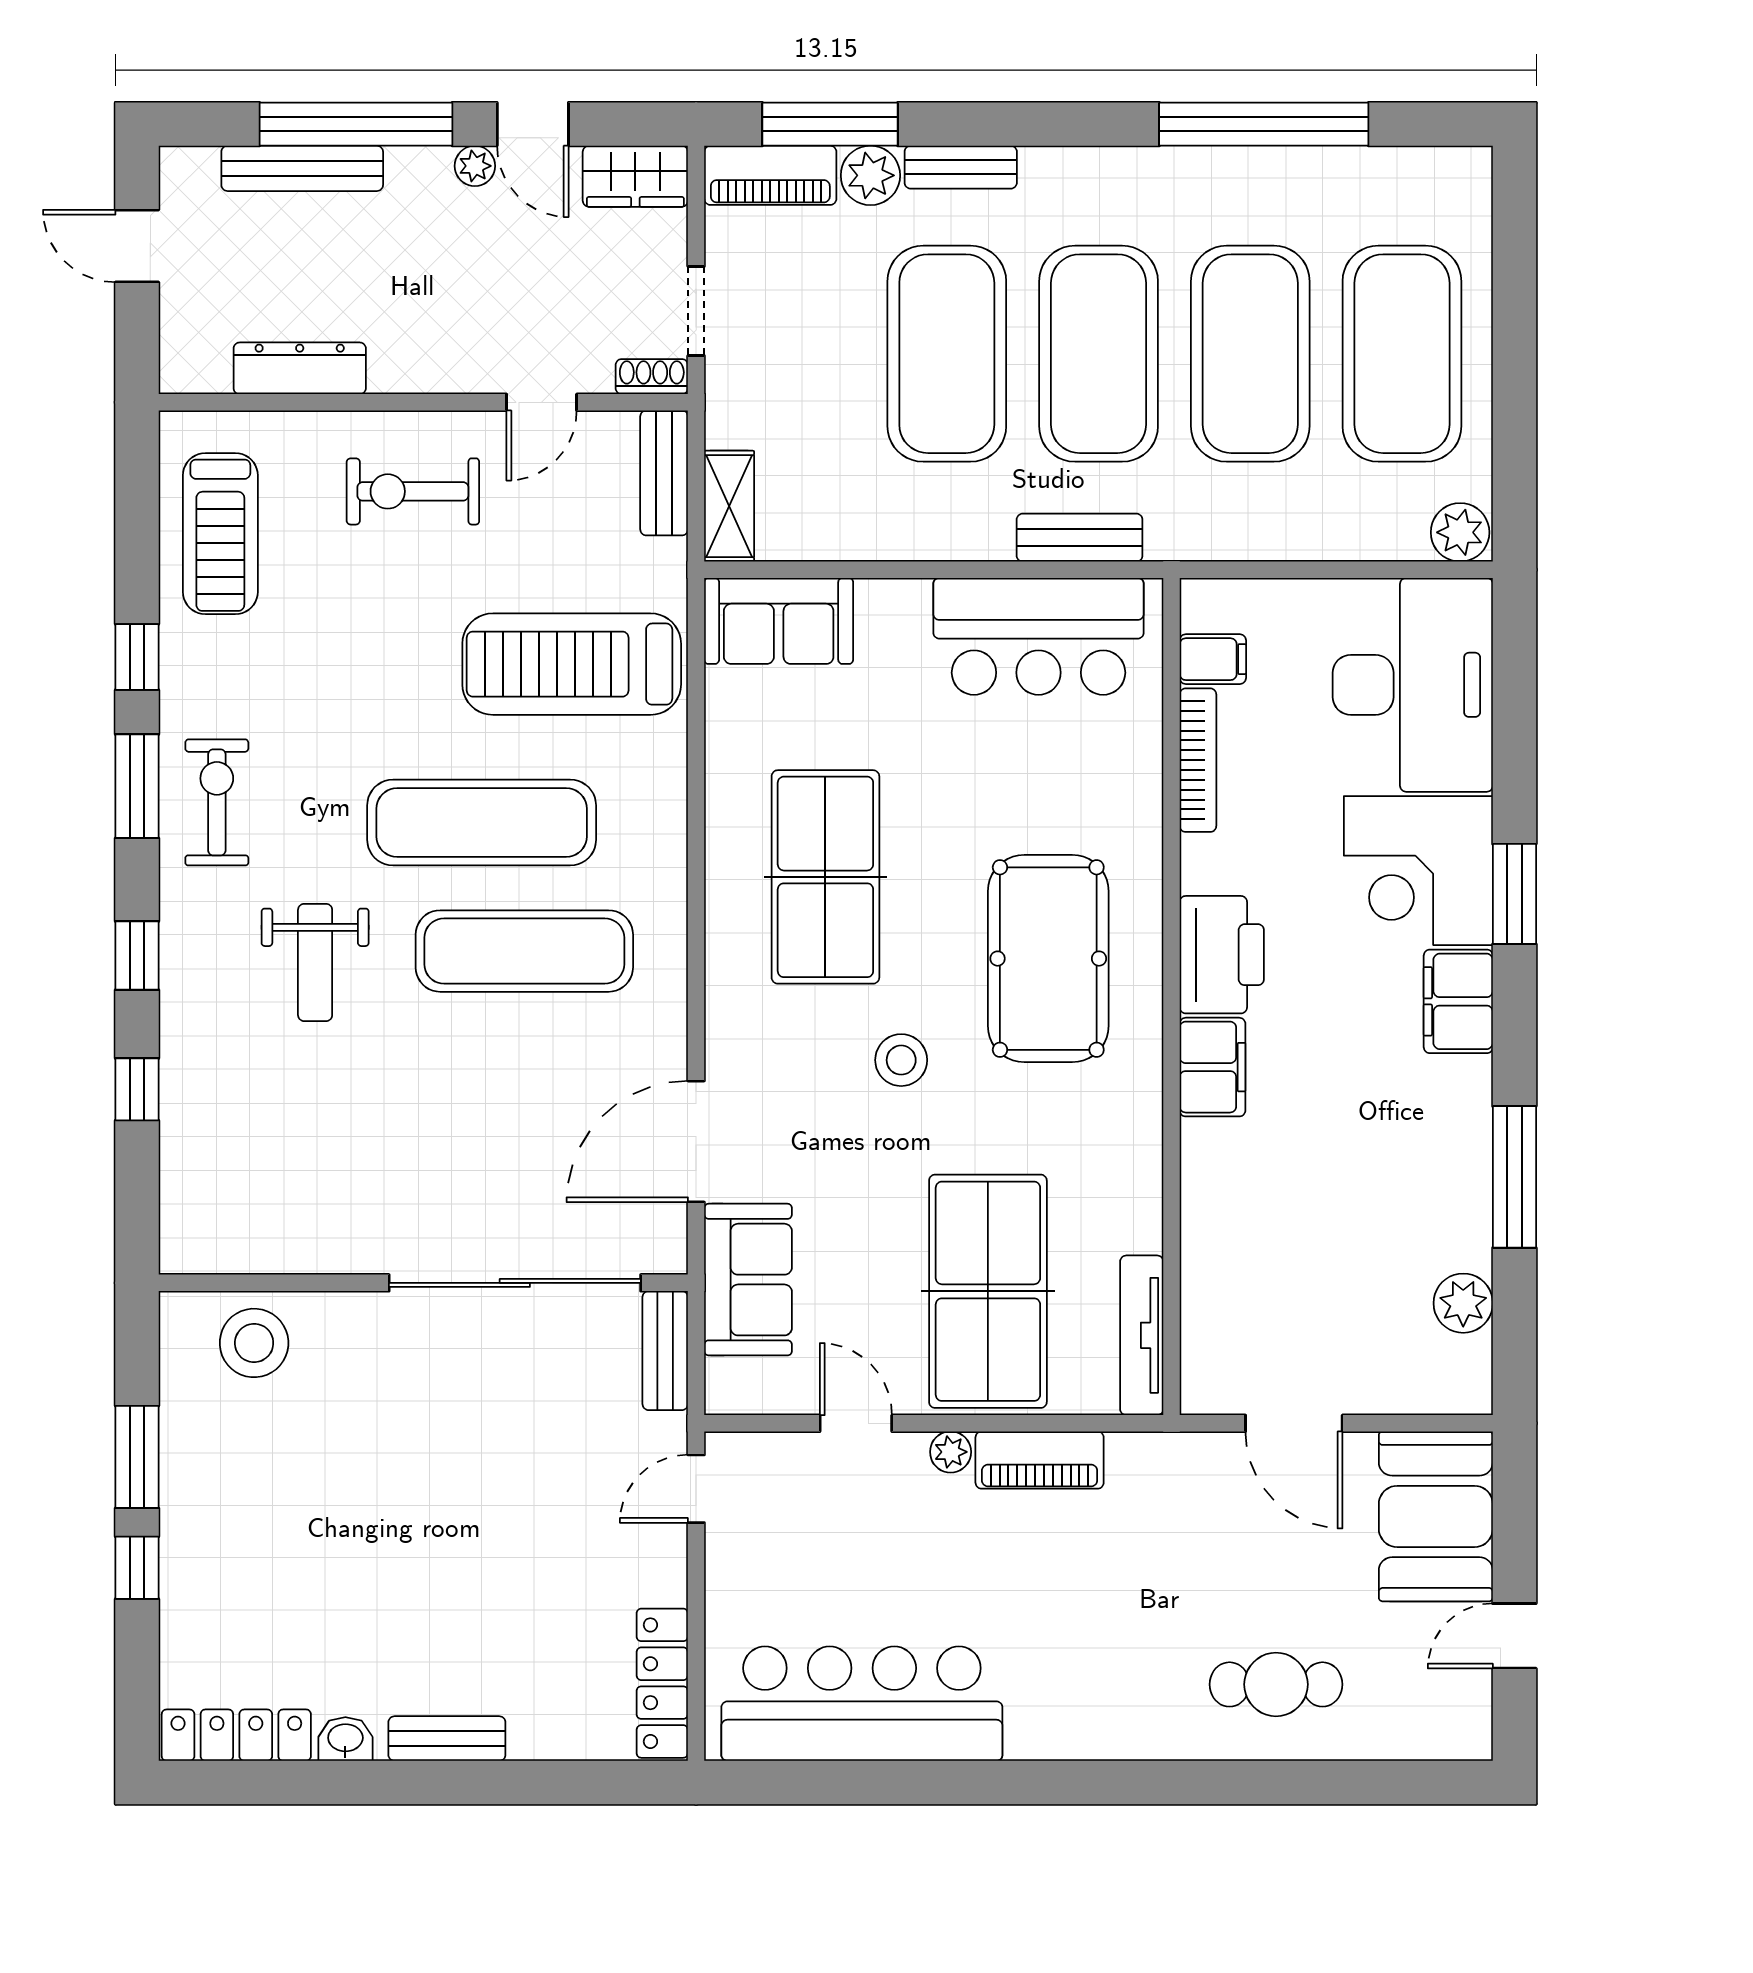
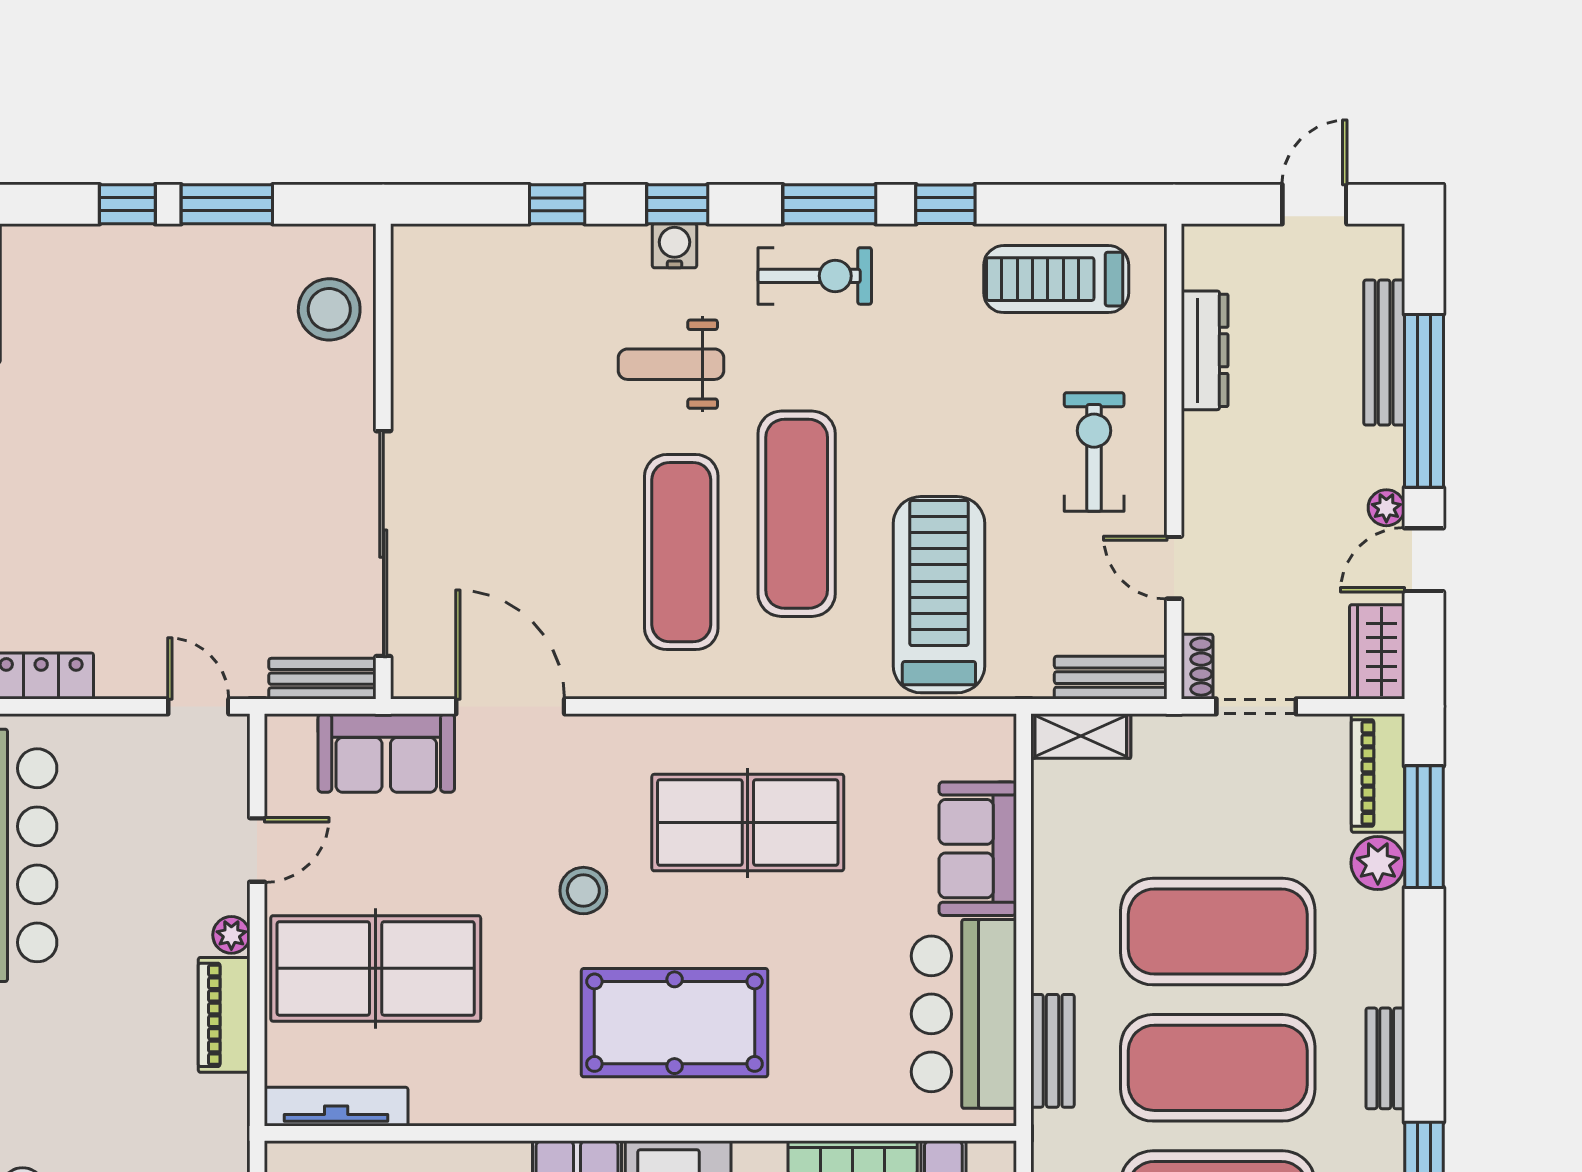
bench: (961, 167) -> (1385, 1058), moved
sofa: (779, 621) -> (978, 849), moved
water cooler: (183, 959) -> (675, 246), added

